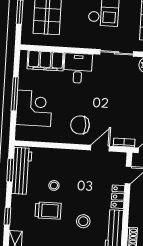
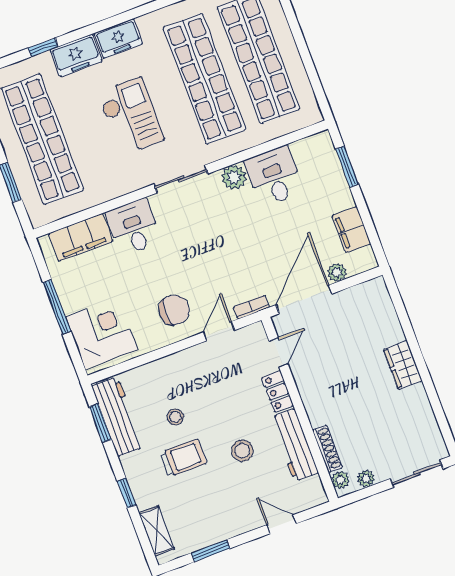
corner desk: (34, 108) -> (102, 333), moved
chair: (80, 125) -> (174, 310), turned 180

